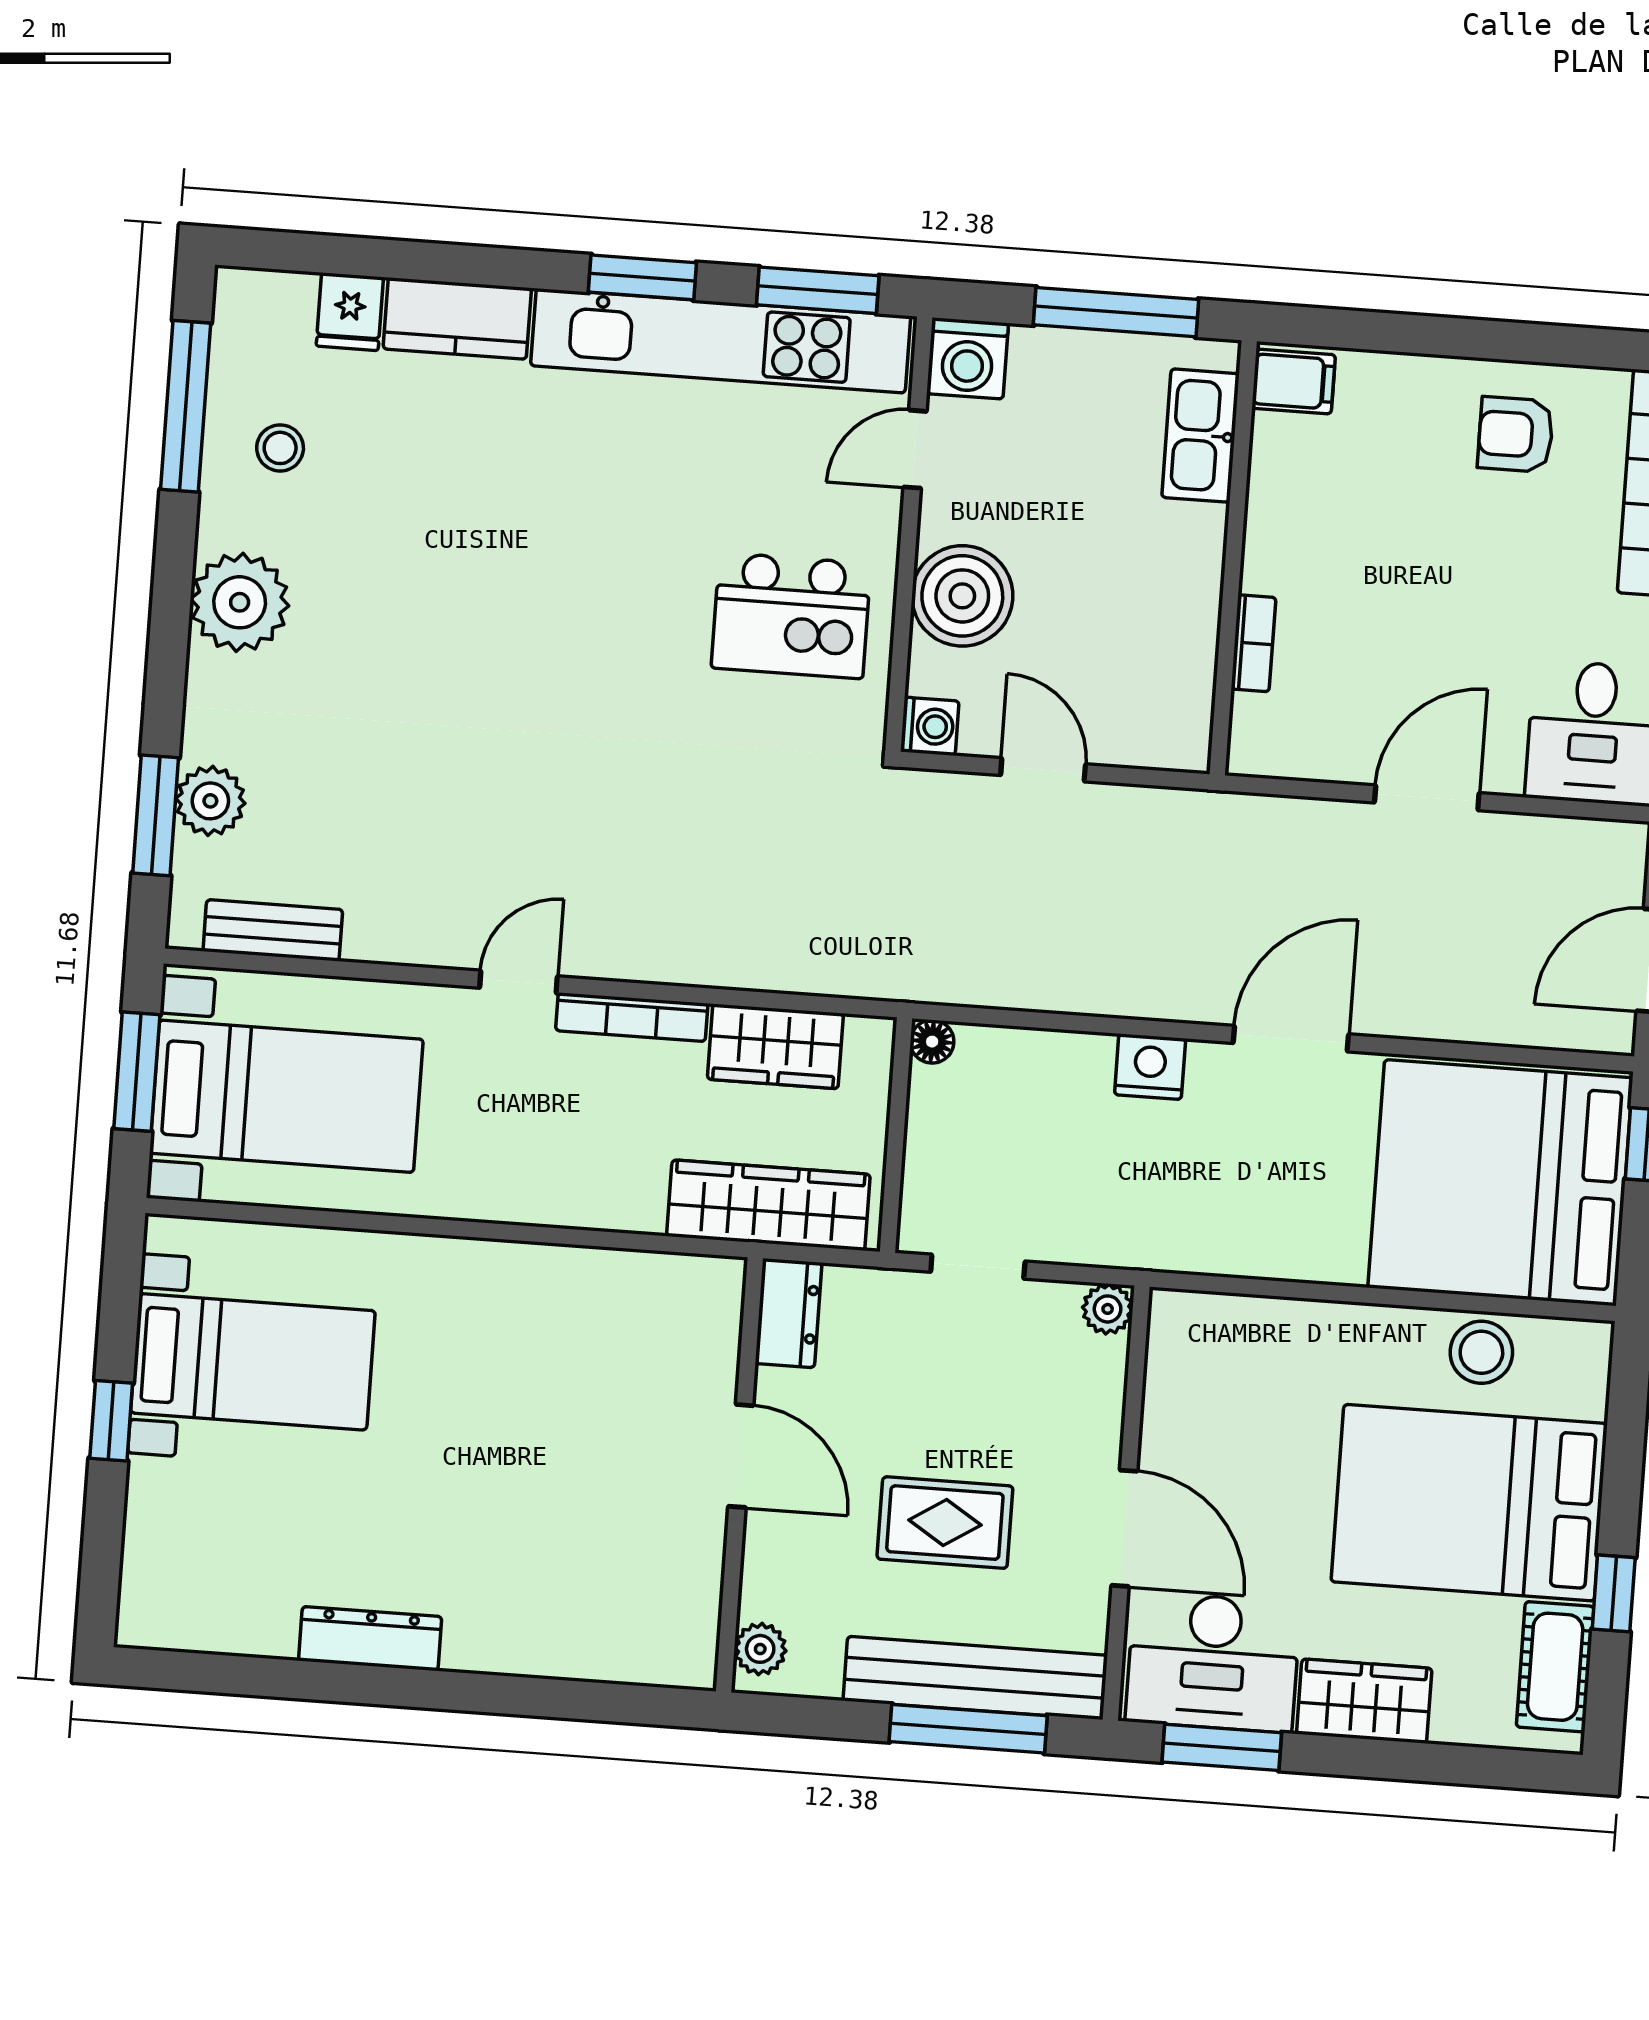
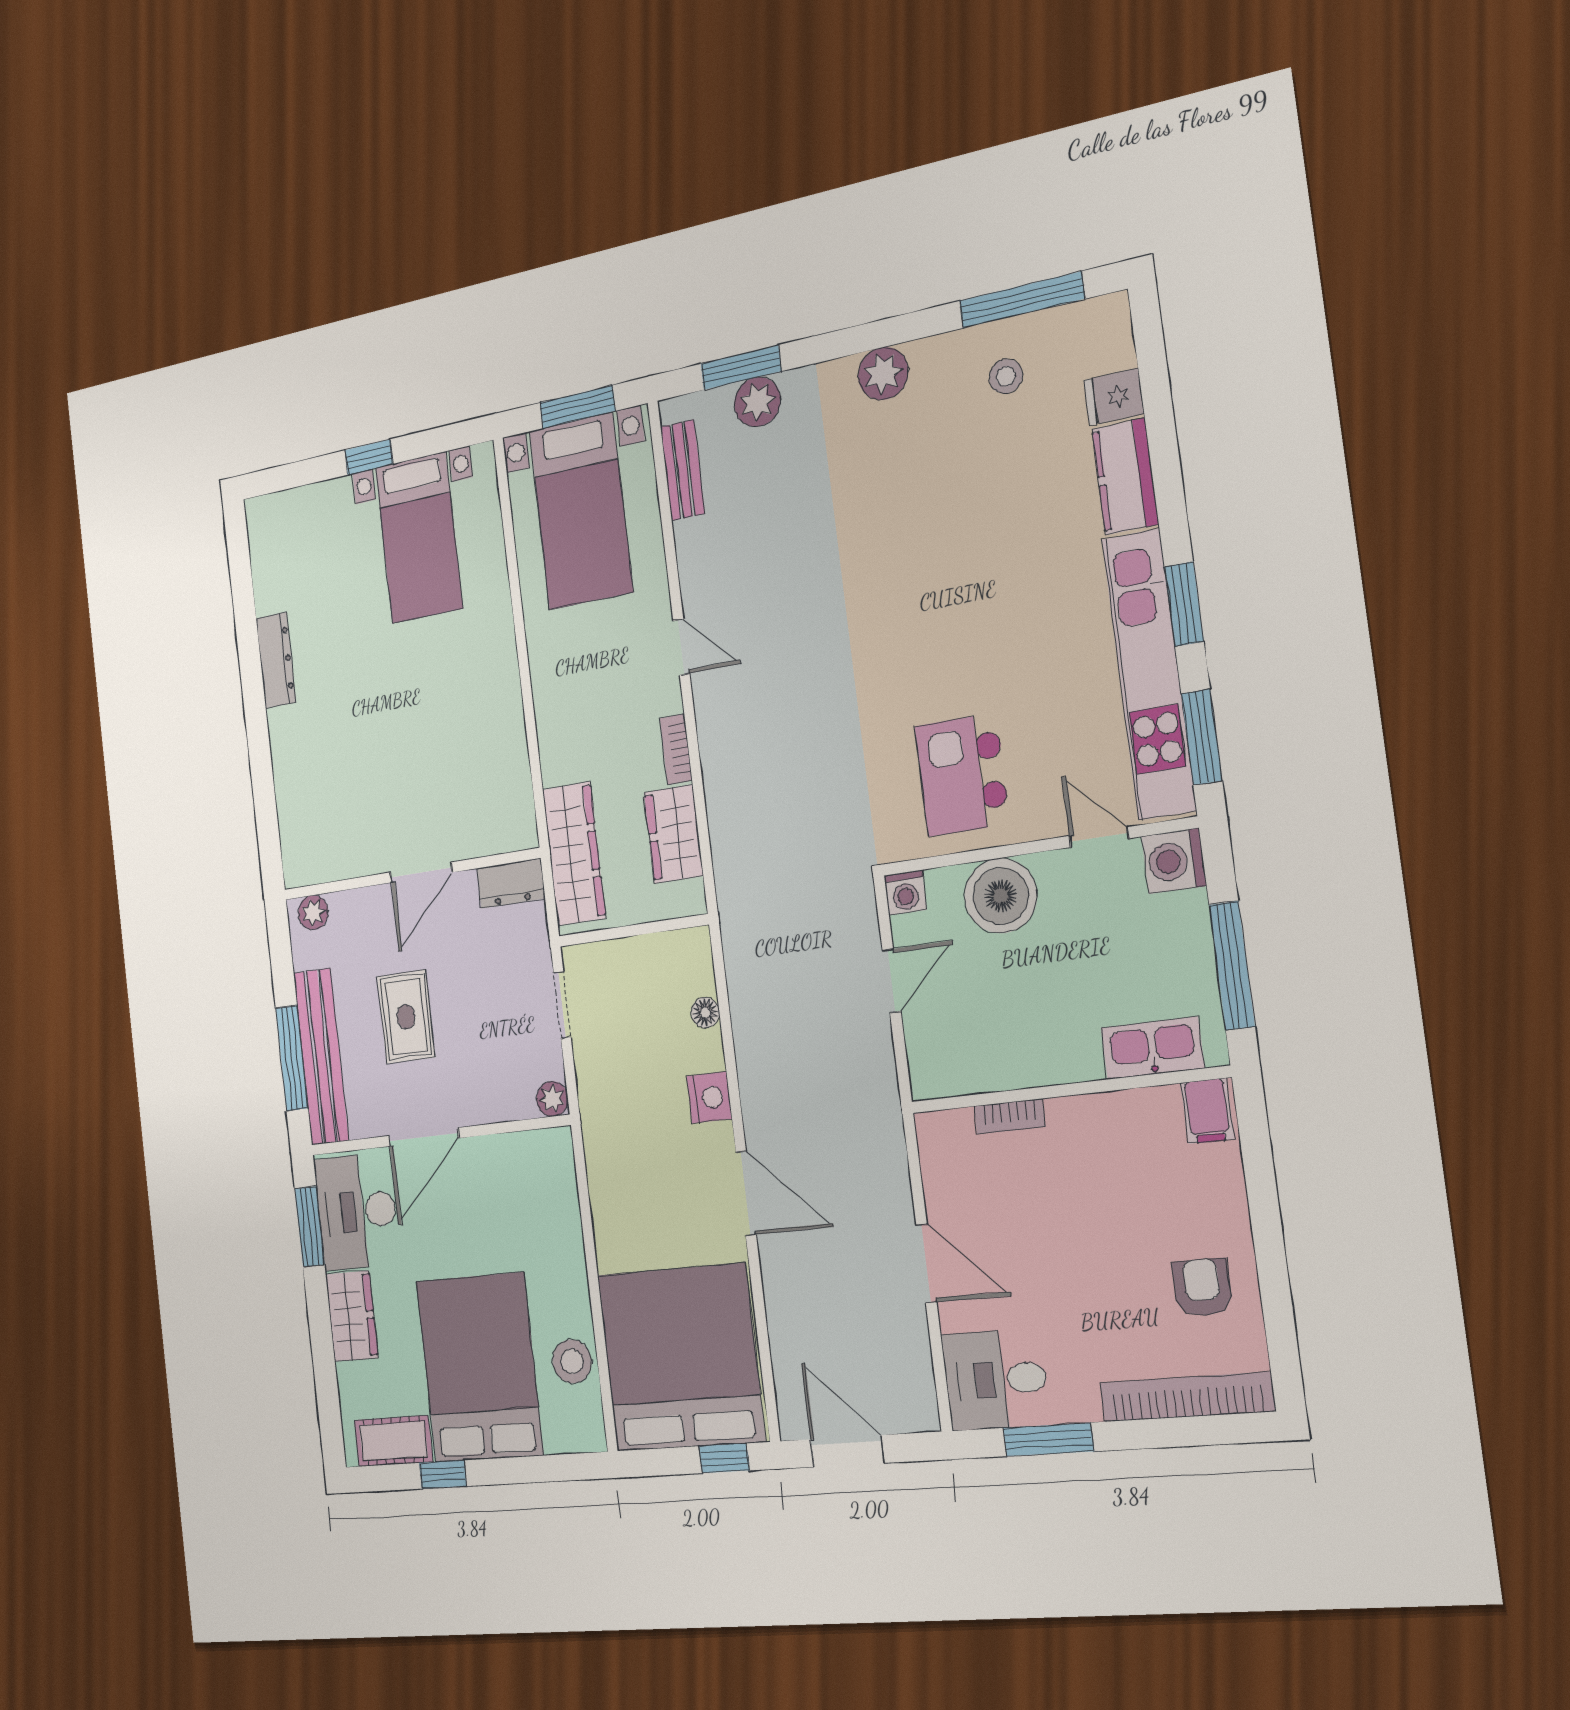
plant: (240, 602) -> (883, 373), width x0.73, depth x0.73
bookcase: (632, 1017) -> (676, 749), width x0.64
floor lamp: (932, 1042) -> (705, 1012), moved

